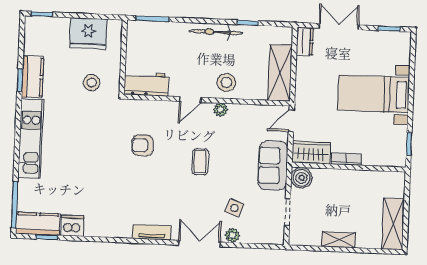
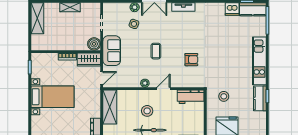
stool: (226, 82) -> (147, 111), moved

